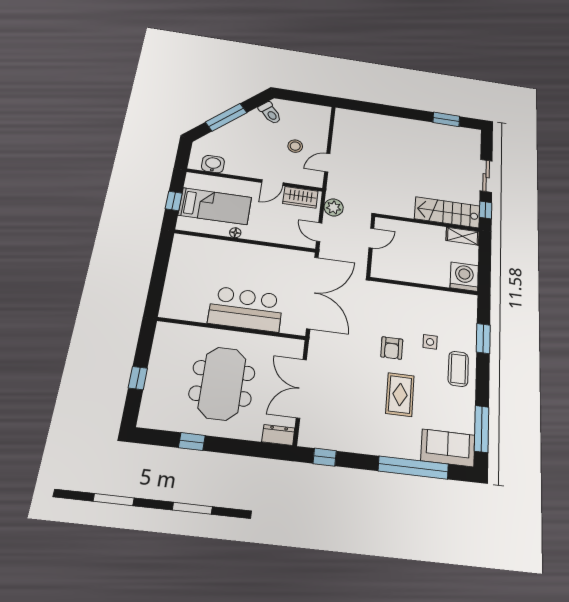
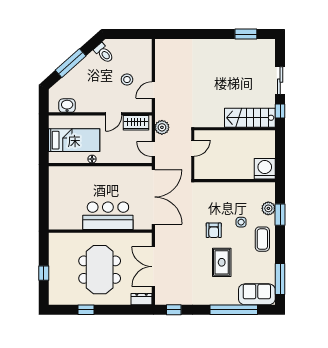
window: (174, 201) -> (44, 141), removed
shelving: (463, 236) -> (262, 136), removed
plant: (468, 328) -> (268, 208), added

